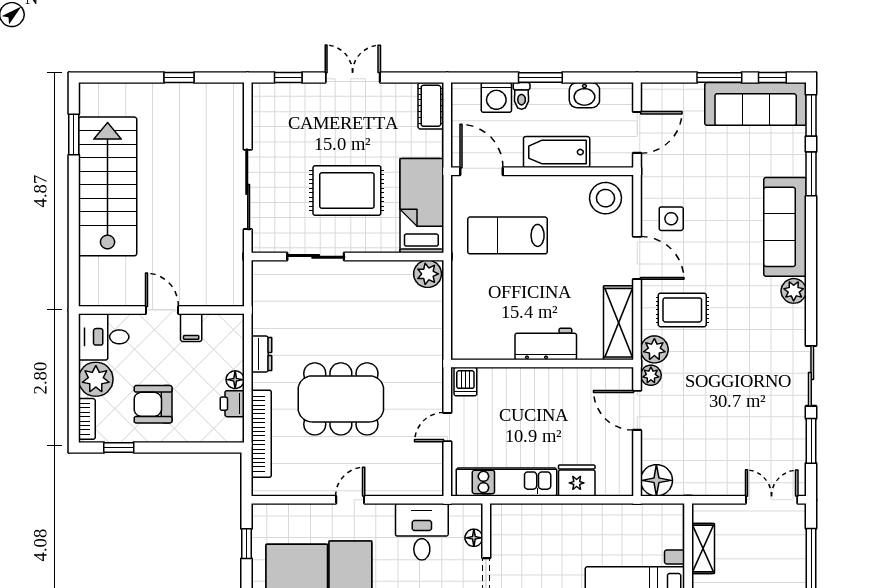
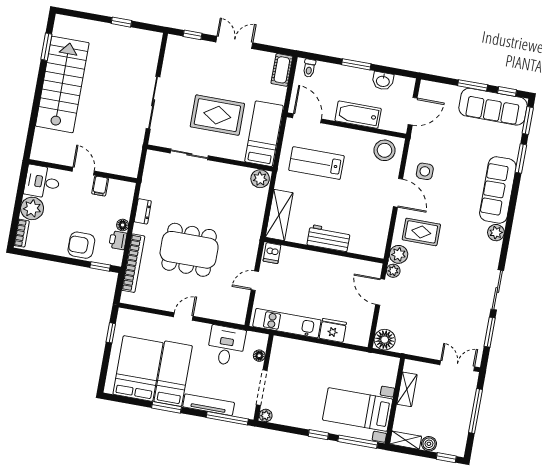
toilet: (522, 96) -> (309, 68), moved
washing machine: (496, 97) -> (325, 72), removed
shelving: (619, 323) -> (279, 215), moved
armchair: (153, 404) -> (81, 245), moved
window: (119, 447) -> (100, 266), moved

